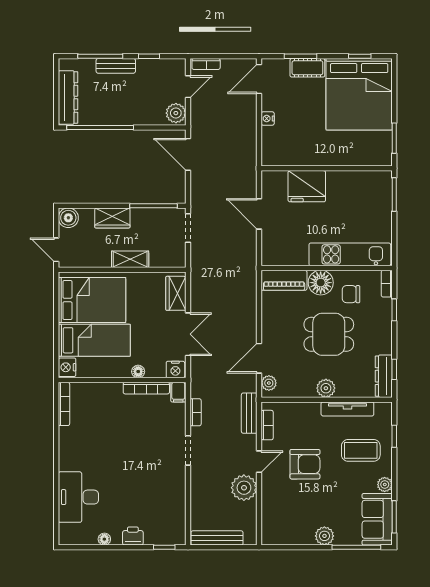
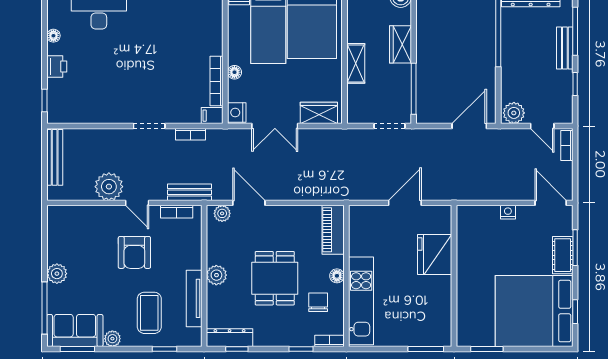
floor lamp: (321, 283) -> (337, 276), width x0.53, depth x0.53

